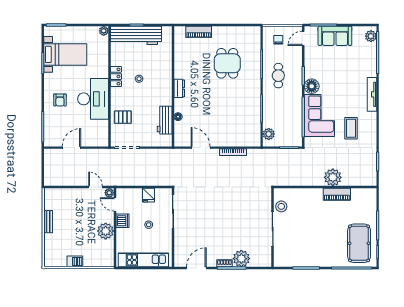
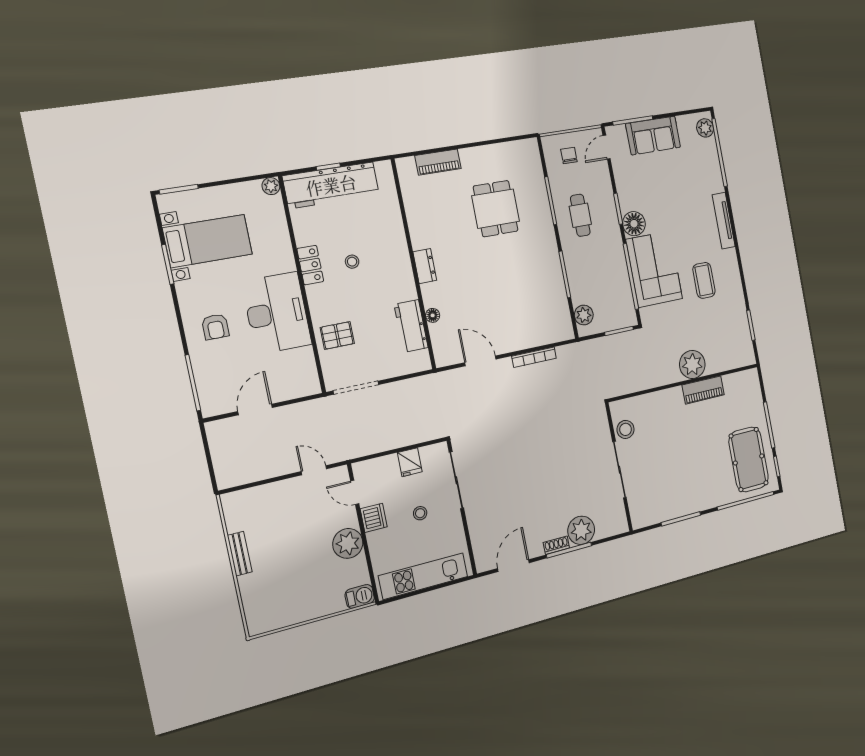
plant: (109, 193) -> (341, 474), removed
barbecue: (75, 261) -> (360, 596), moved

